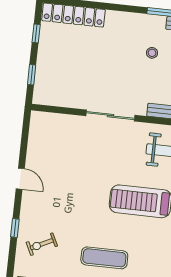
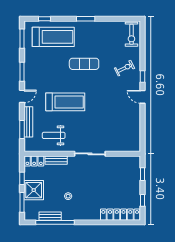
door: (20, 179) -> (142, 97), moved

